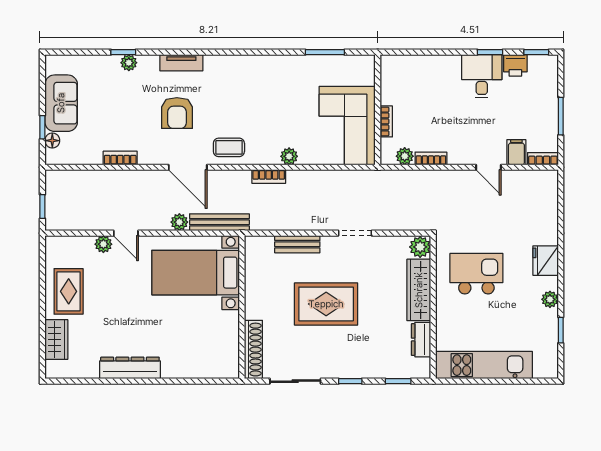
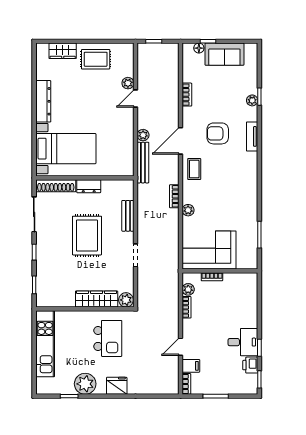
bed with nightstands: (196, 273) -> (66, 149), moved, turned 90
plant: (550, 299) -> (85, 384), width x1.88, depth x1.88
dresser: (421, 340) -> (89, 186), moved, turned 180

